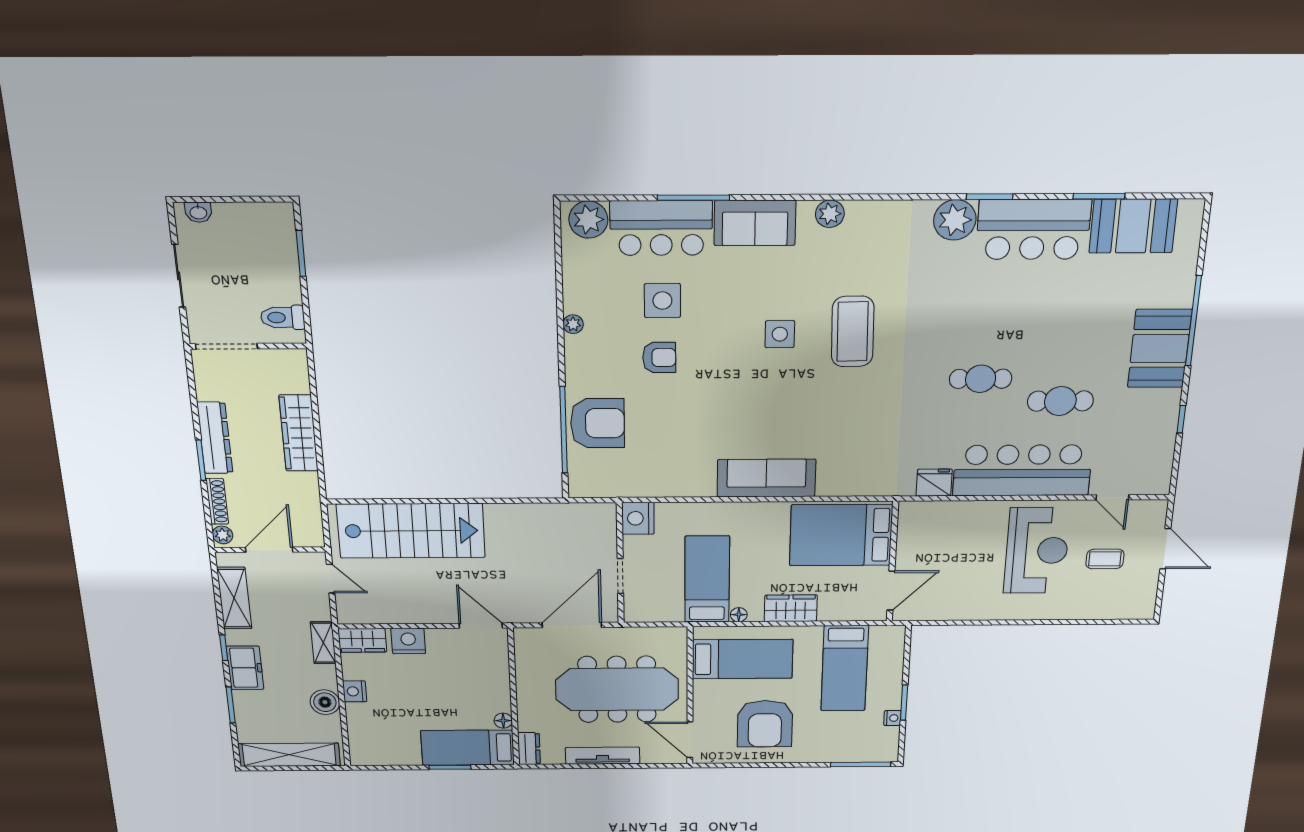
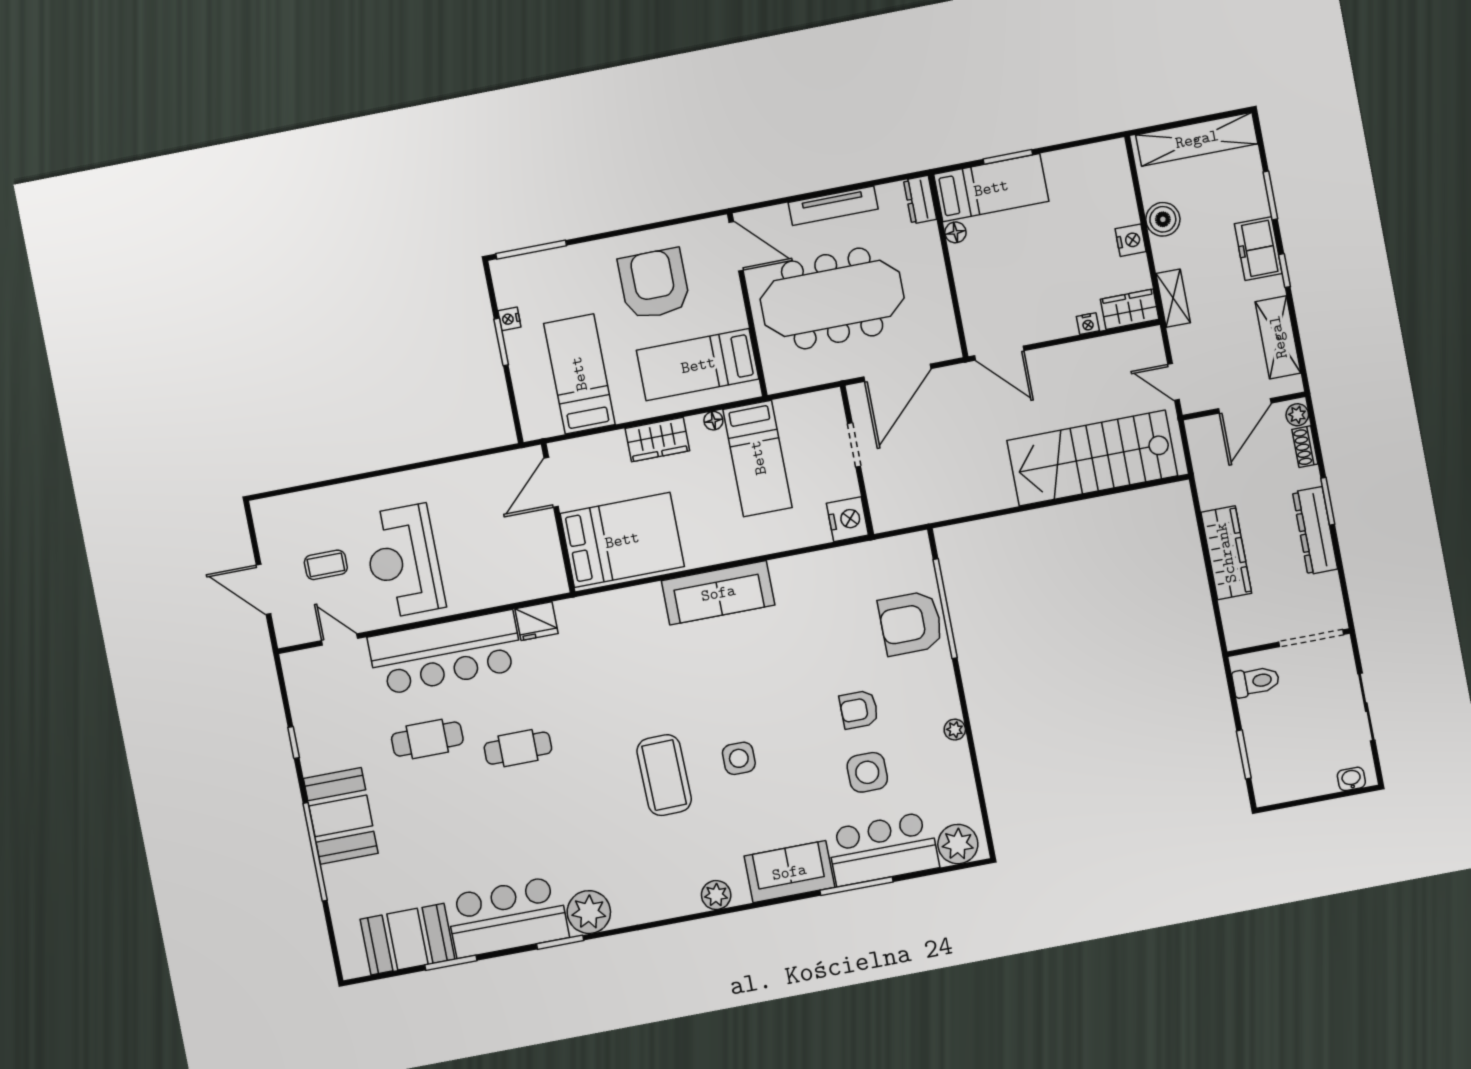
shoe rack: (217, 501) -> (1305, 447), width x0.70
nightstand: (408, 641) -> (1088, 324), width x0.53, depth x0.56

